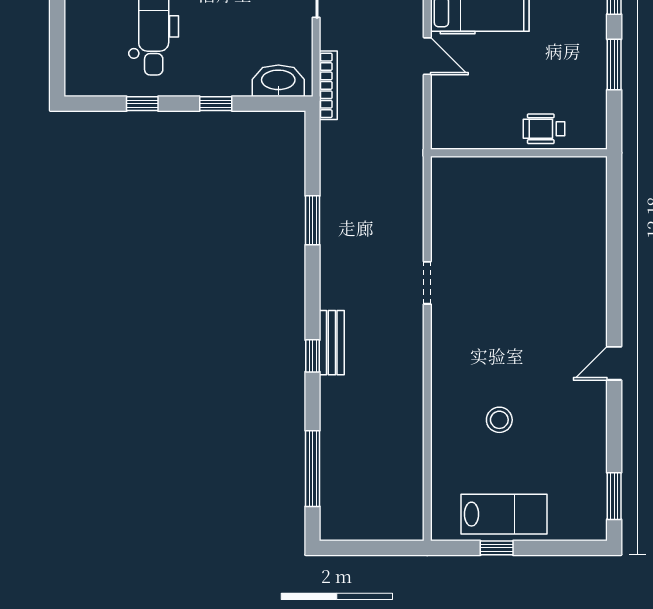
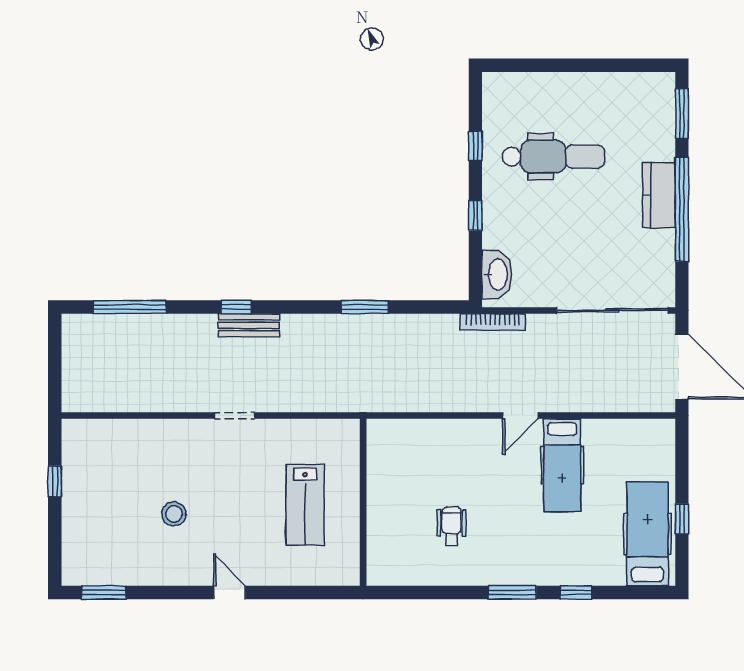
wall: (519, 153) -> (363, 502), moved
doorway: (427, 283) -> (235, 416), moved
stool: (499, 420) -> (174, 514), moved
lab bench: (504, 514) -> (305, 505), moved

